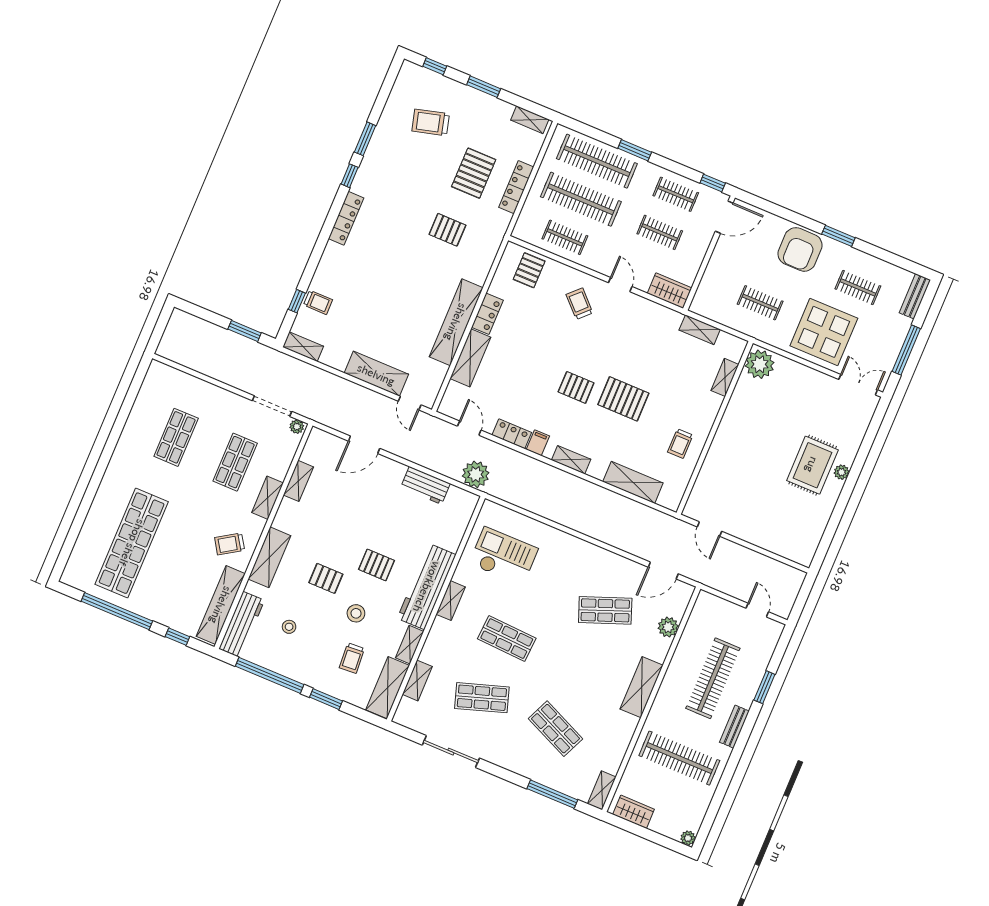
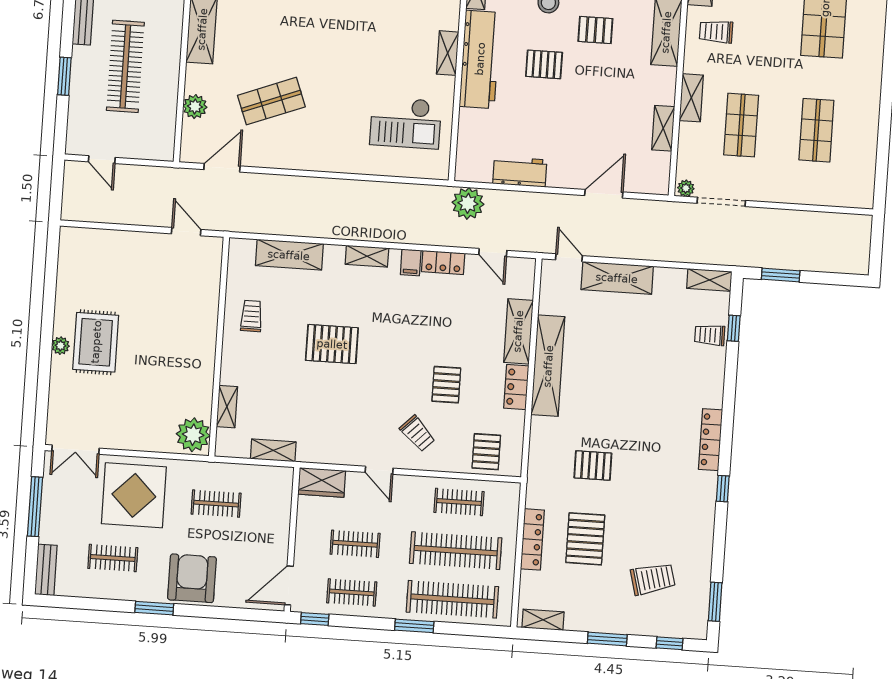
window: (365, 139) -> (715, 602), moved
pallet: (576, 387) -> (446, 385), moved, turned 90
trolley: (230, 544) -> (716, 32), turned -147
shop shelf: (507, 639) -> (371, 32), removed

